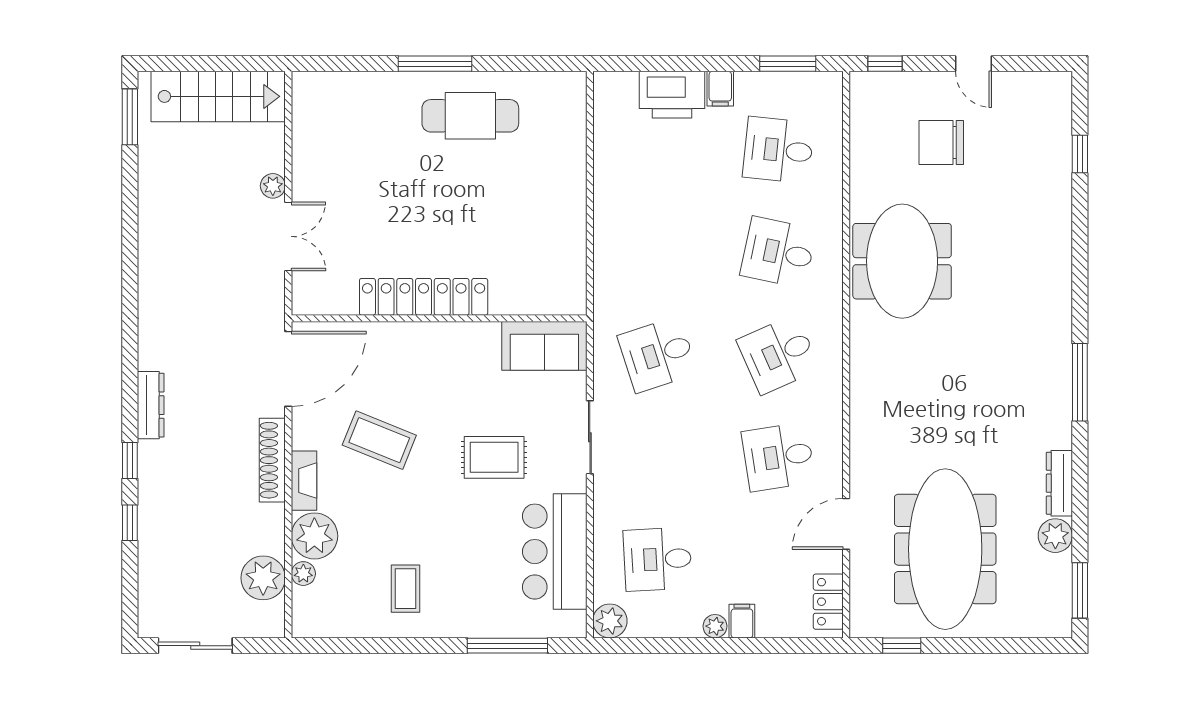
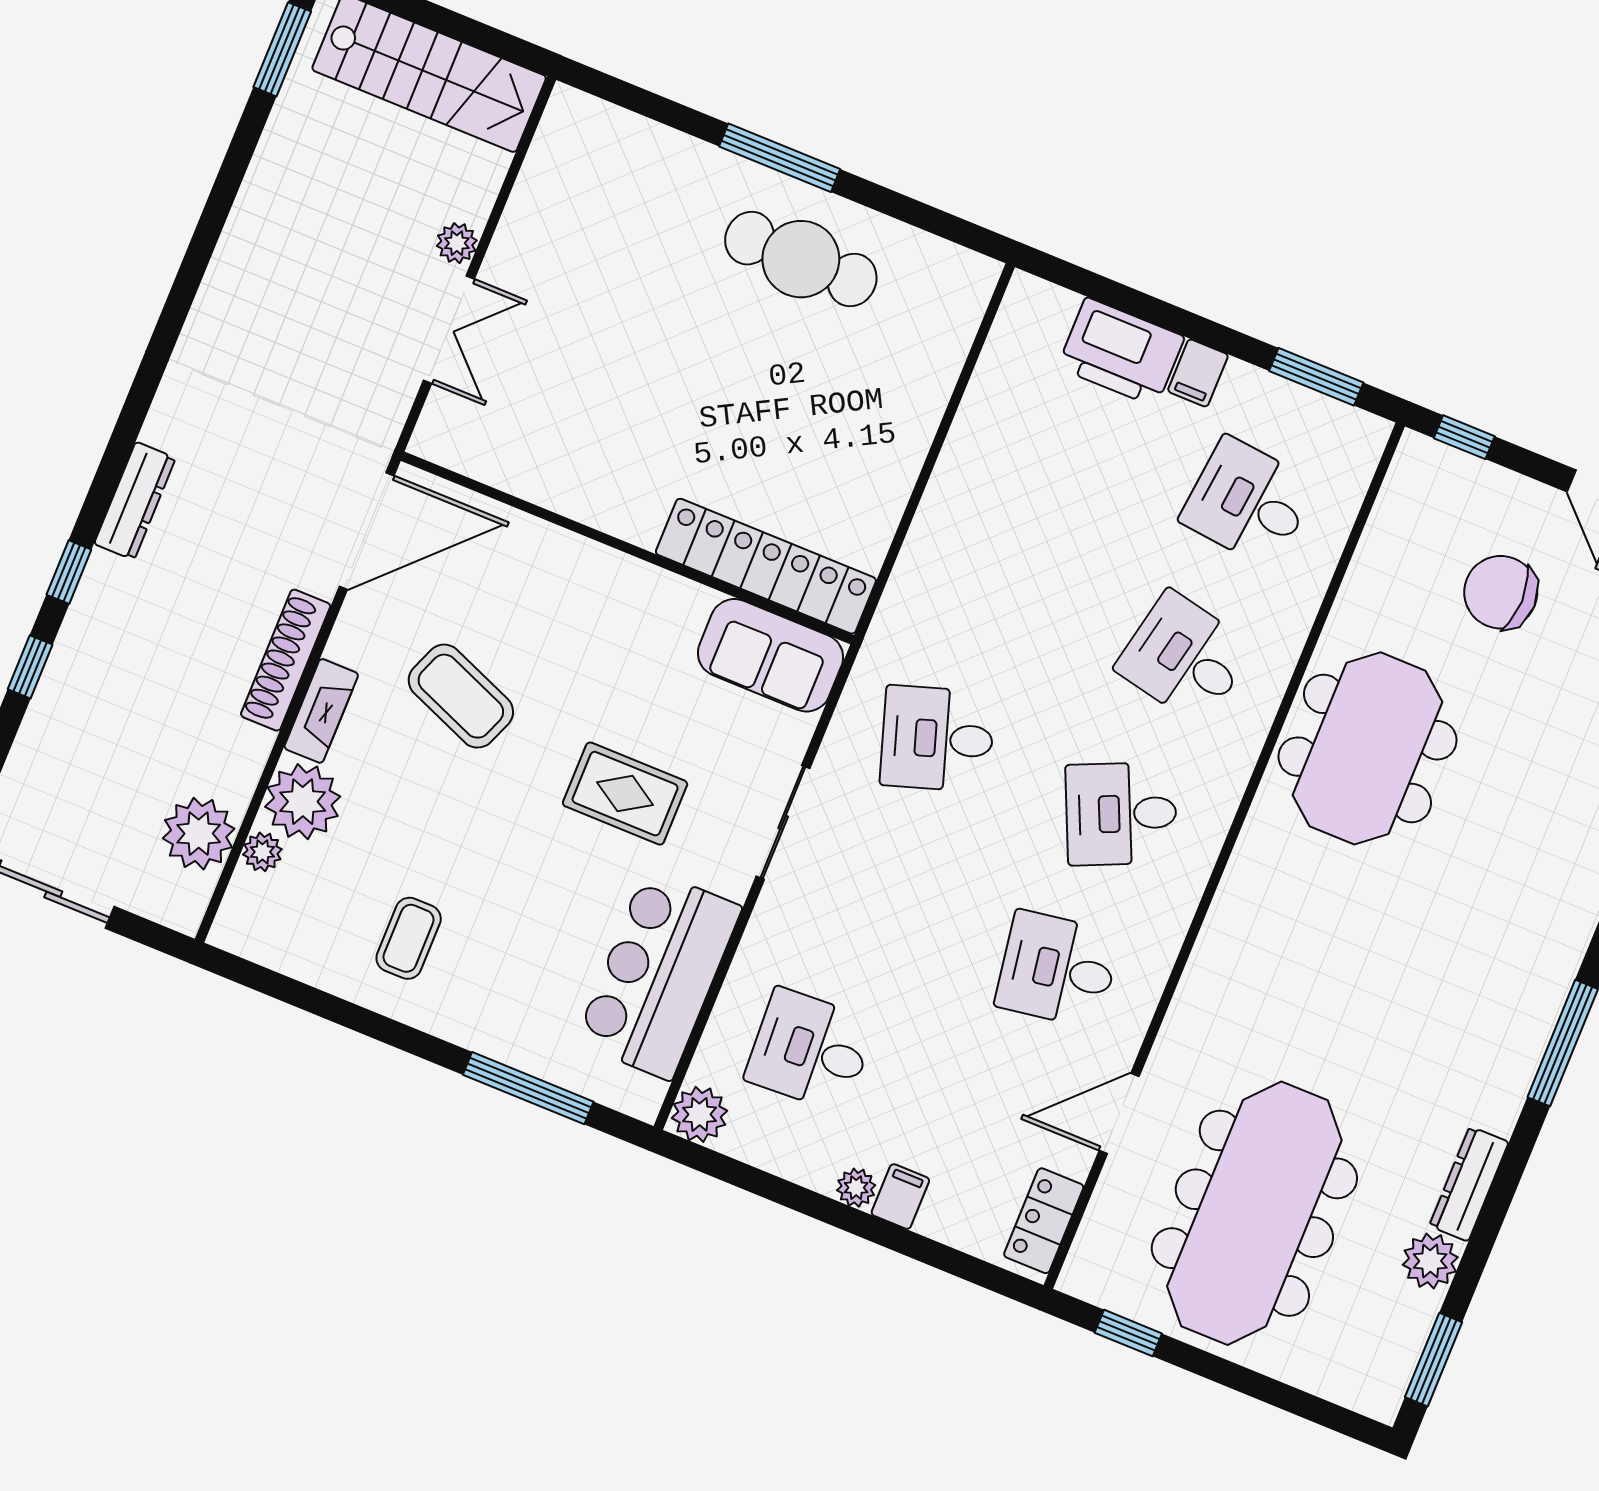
locker: (424, 297) -> (766, 566), moved

